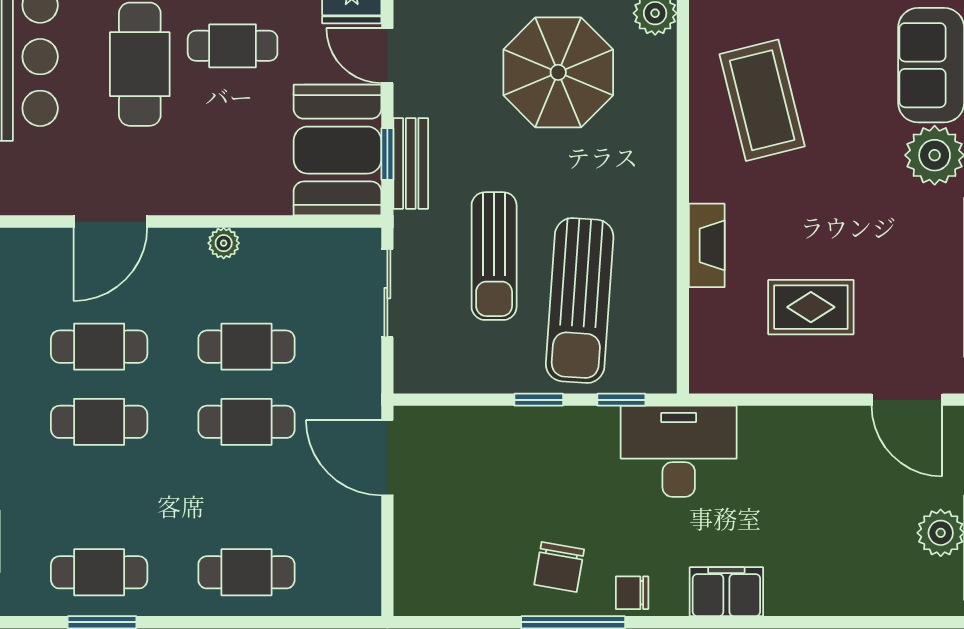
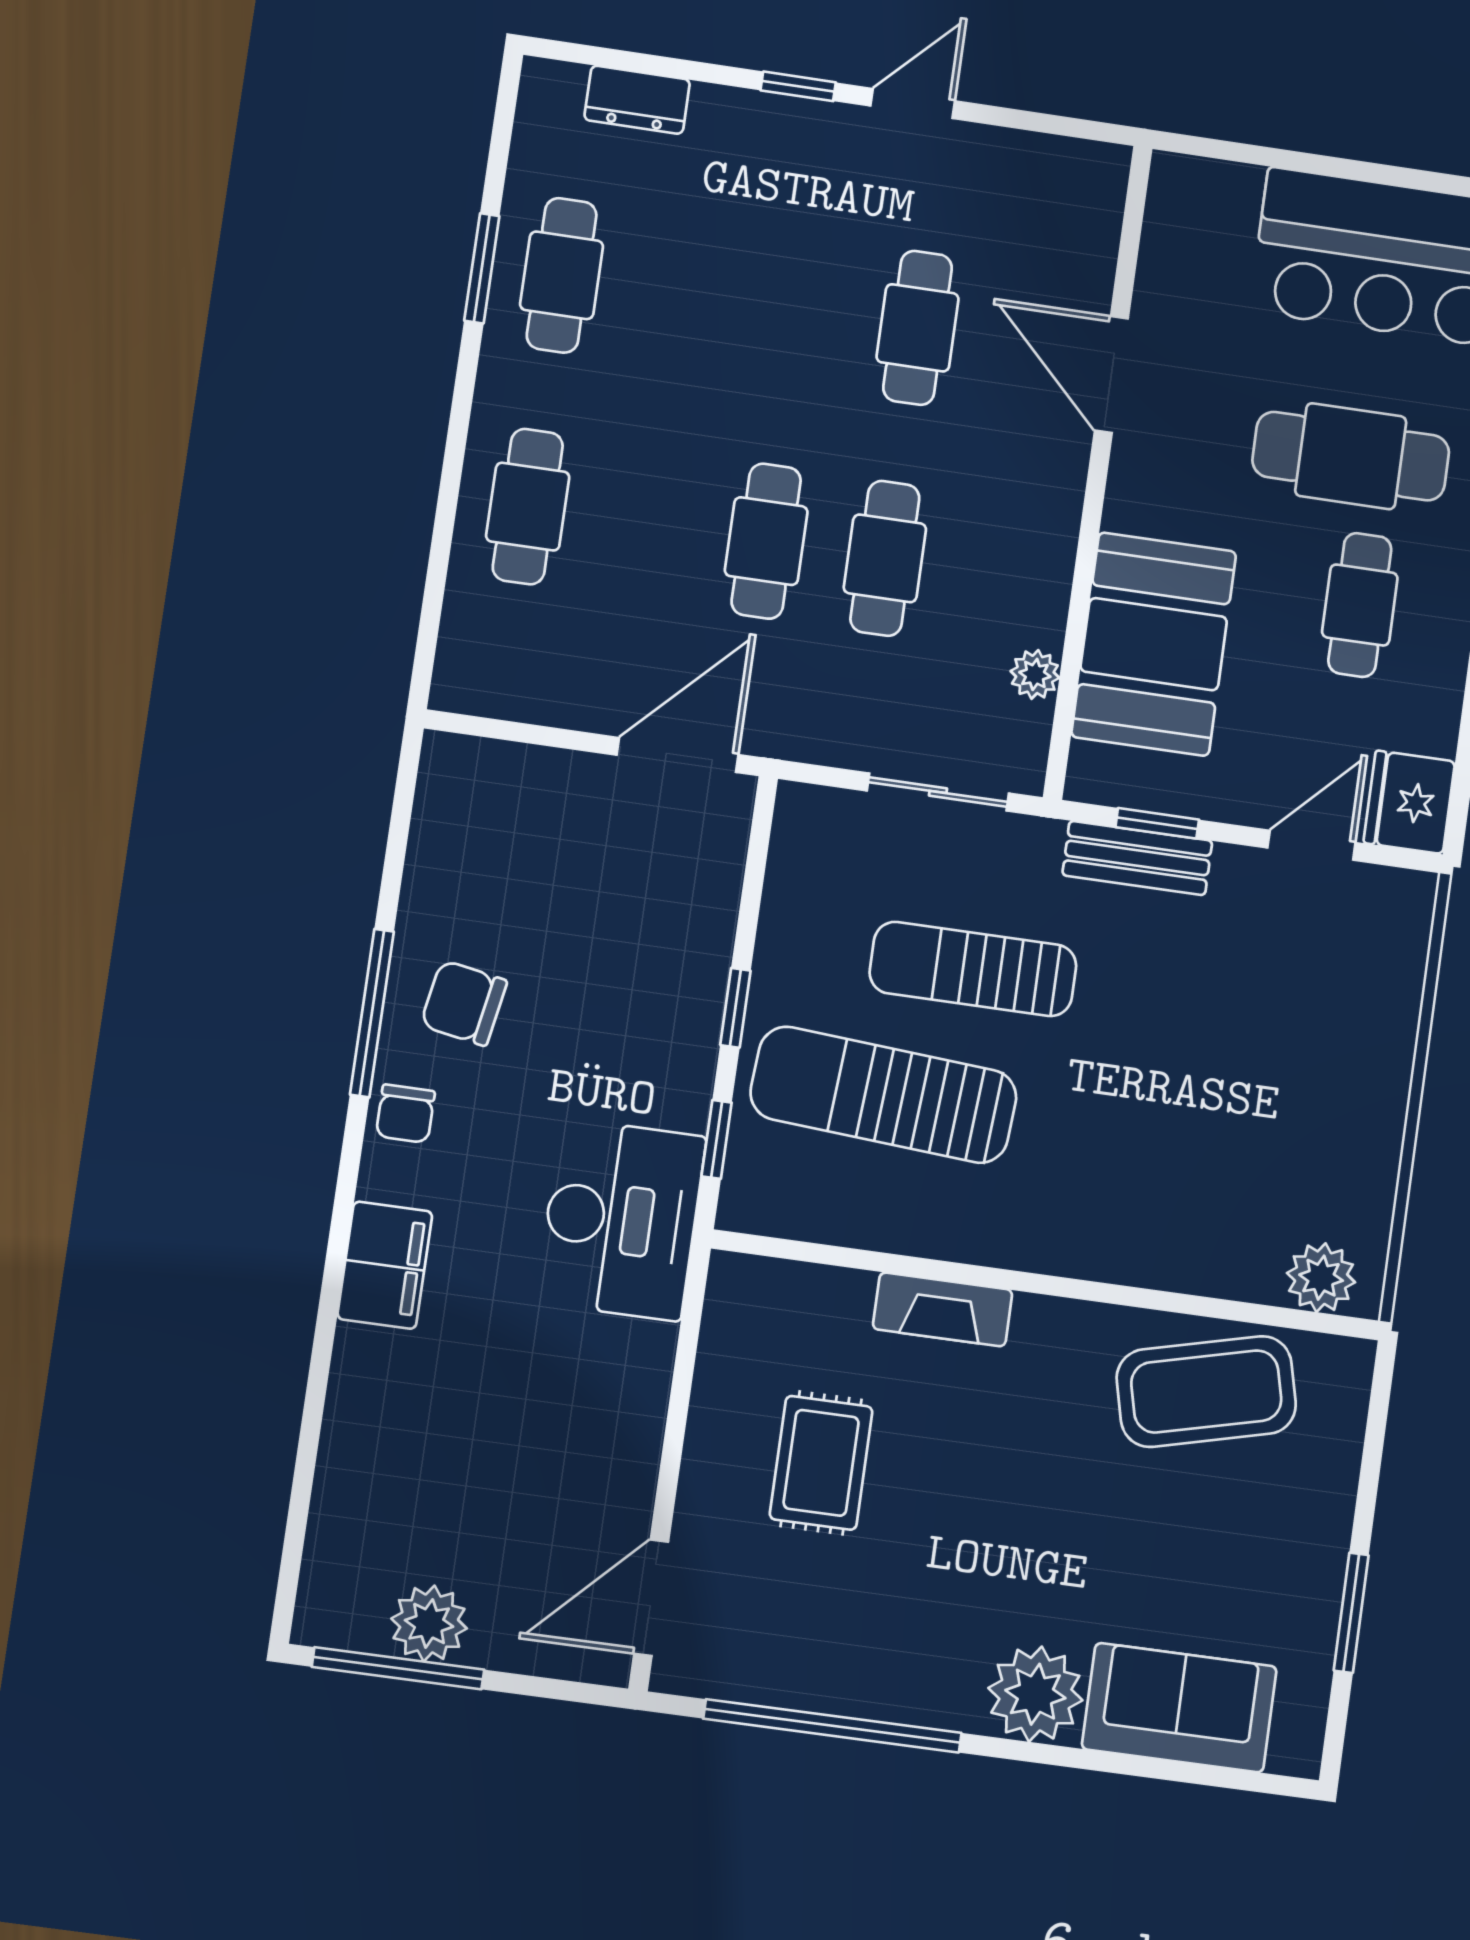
parasol: (558, 72) -> (1249, 1111), removed
coffee table: (762, 100) -> (1206, 1392), moved
booth: (337, 150) -> (1154, 644), moved, turned 90
plant: (224, 243) -> (1035, 674), moved
cafe table: (99, 422) -> (799, 310), removed
chair: (632, 593) -> (405, 1114), turned 180

